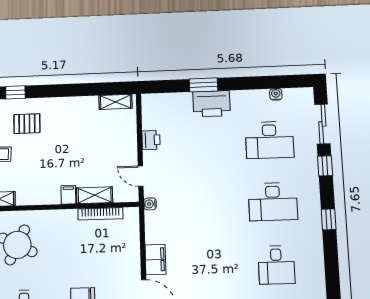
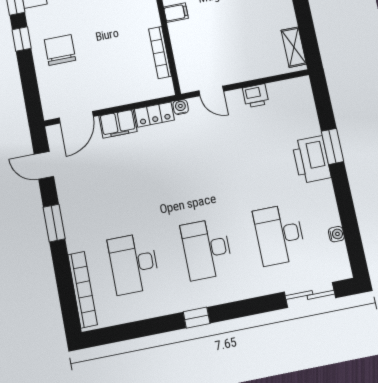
window: (325, 166) -> (260, 305), removed
door: (141, 176) -> (211, 91), swing flipped
shelving: (95, 195) -> (180, 42), removed
locker: (153, 227) -> (154, 115), added
desk: (276, 265) -> (134, 263), width x1.37

